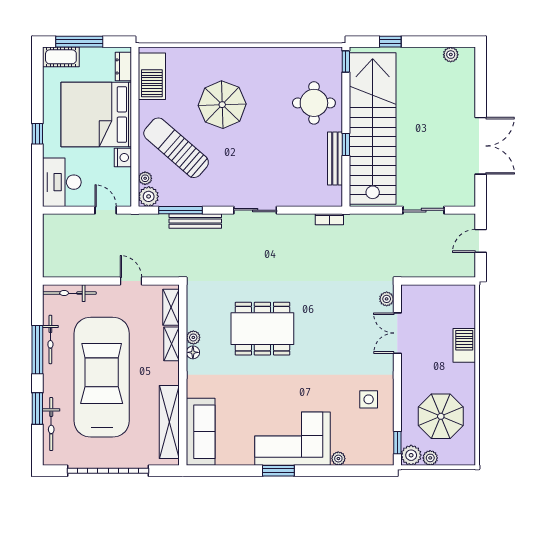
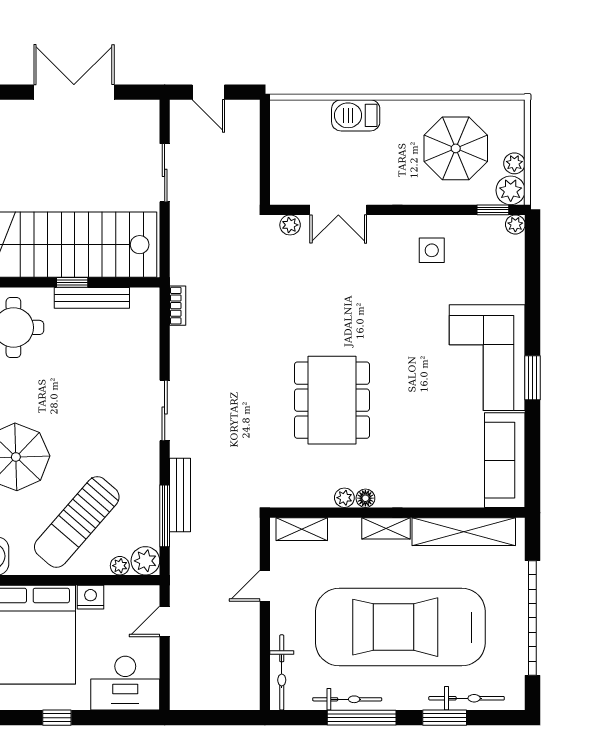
shelving: (172, 344) -> (386, 528), moved
sofa: (201, 432) -> (505, 460), moved, turned -90
plant: (338, 459) -> (515, 224), moved

